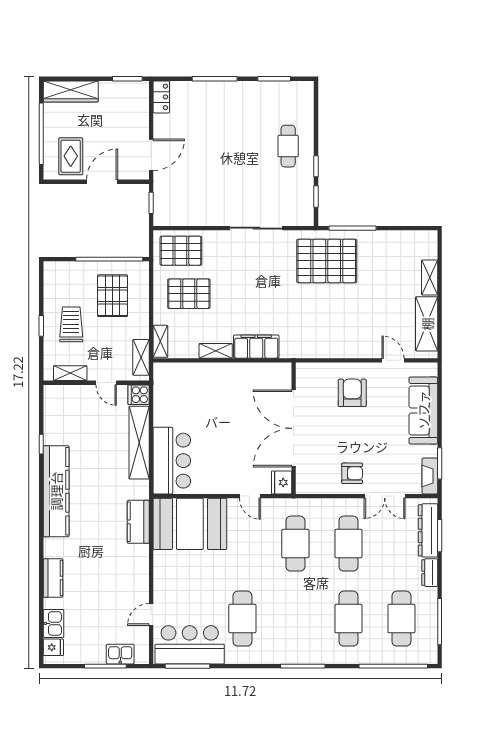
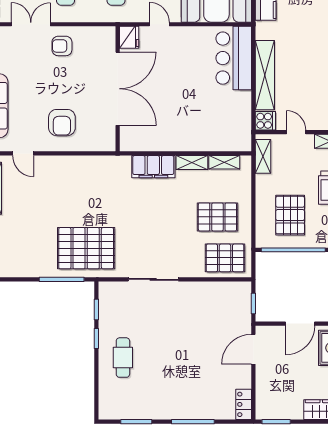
shelving: (160, 341) -> (224, 162), moved, turned 90

